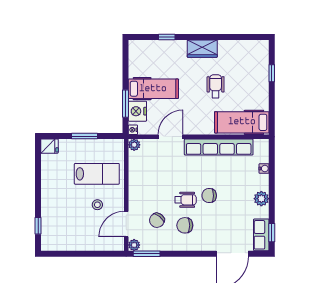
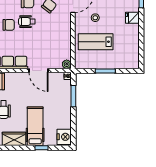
hospital bed: (153, 89) -> (35, 126), moved, turned 90
nightstand: (137, 111) -> (64, 137), moved
door: (171, 137) -> (38, 70), hinge flipped
fridge: (49, 146) -> (132, 18), moved

